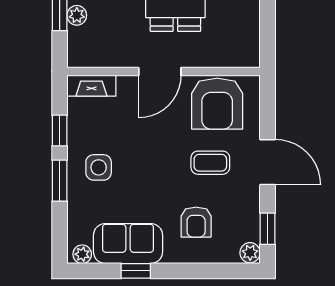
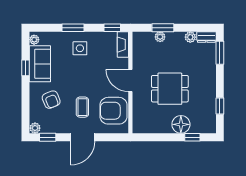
window: (60, 131) -> (112, 28), moved
armchair: (196, 222) -> (51, 100), turned -112

